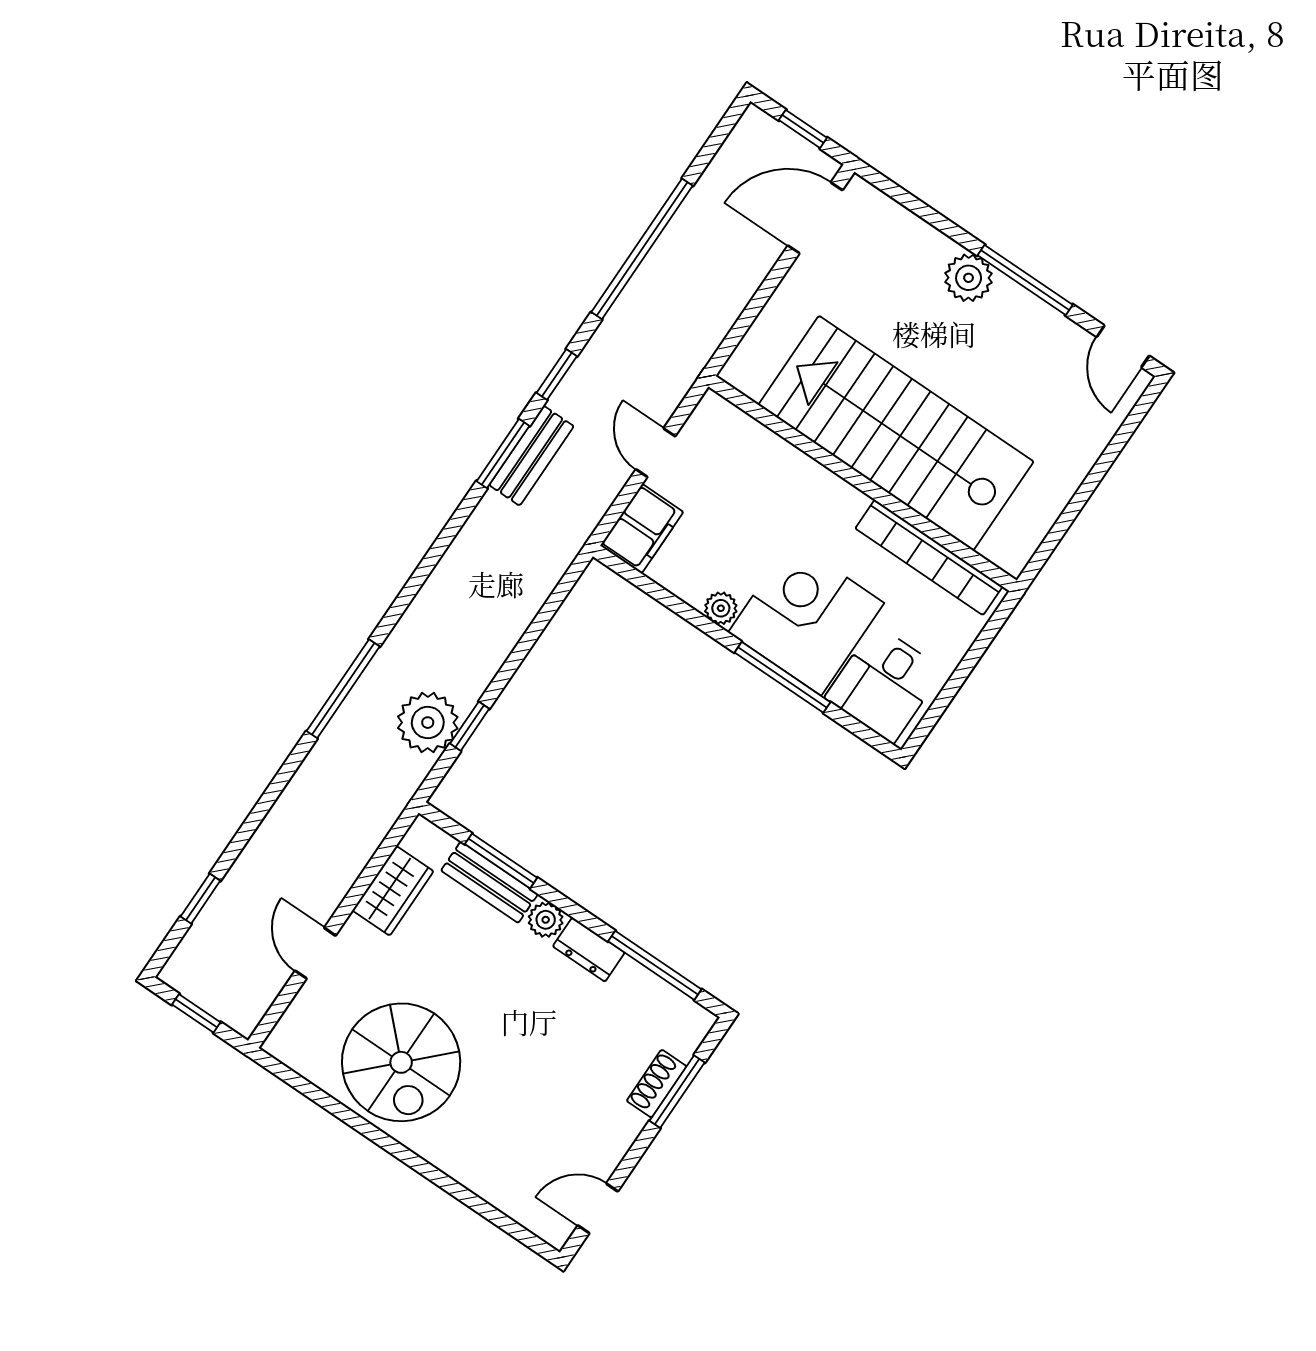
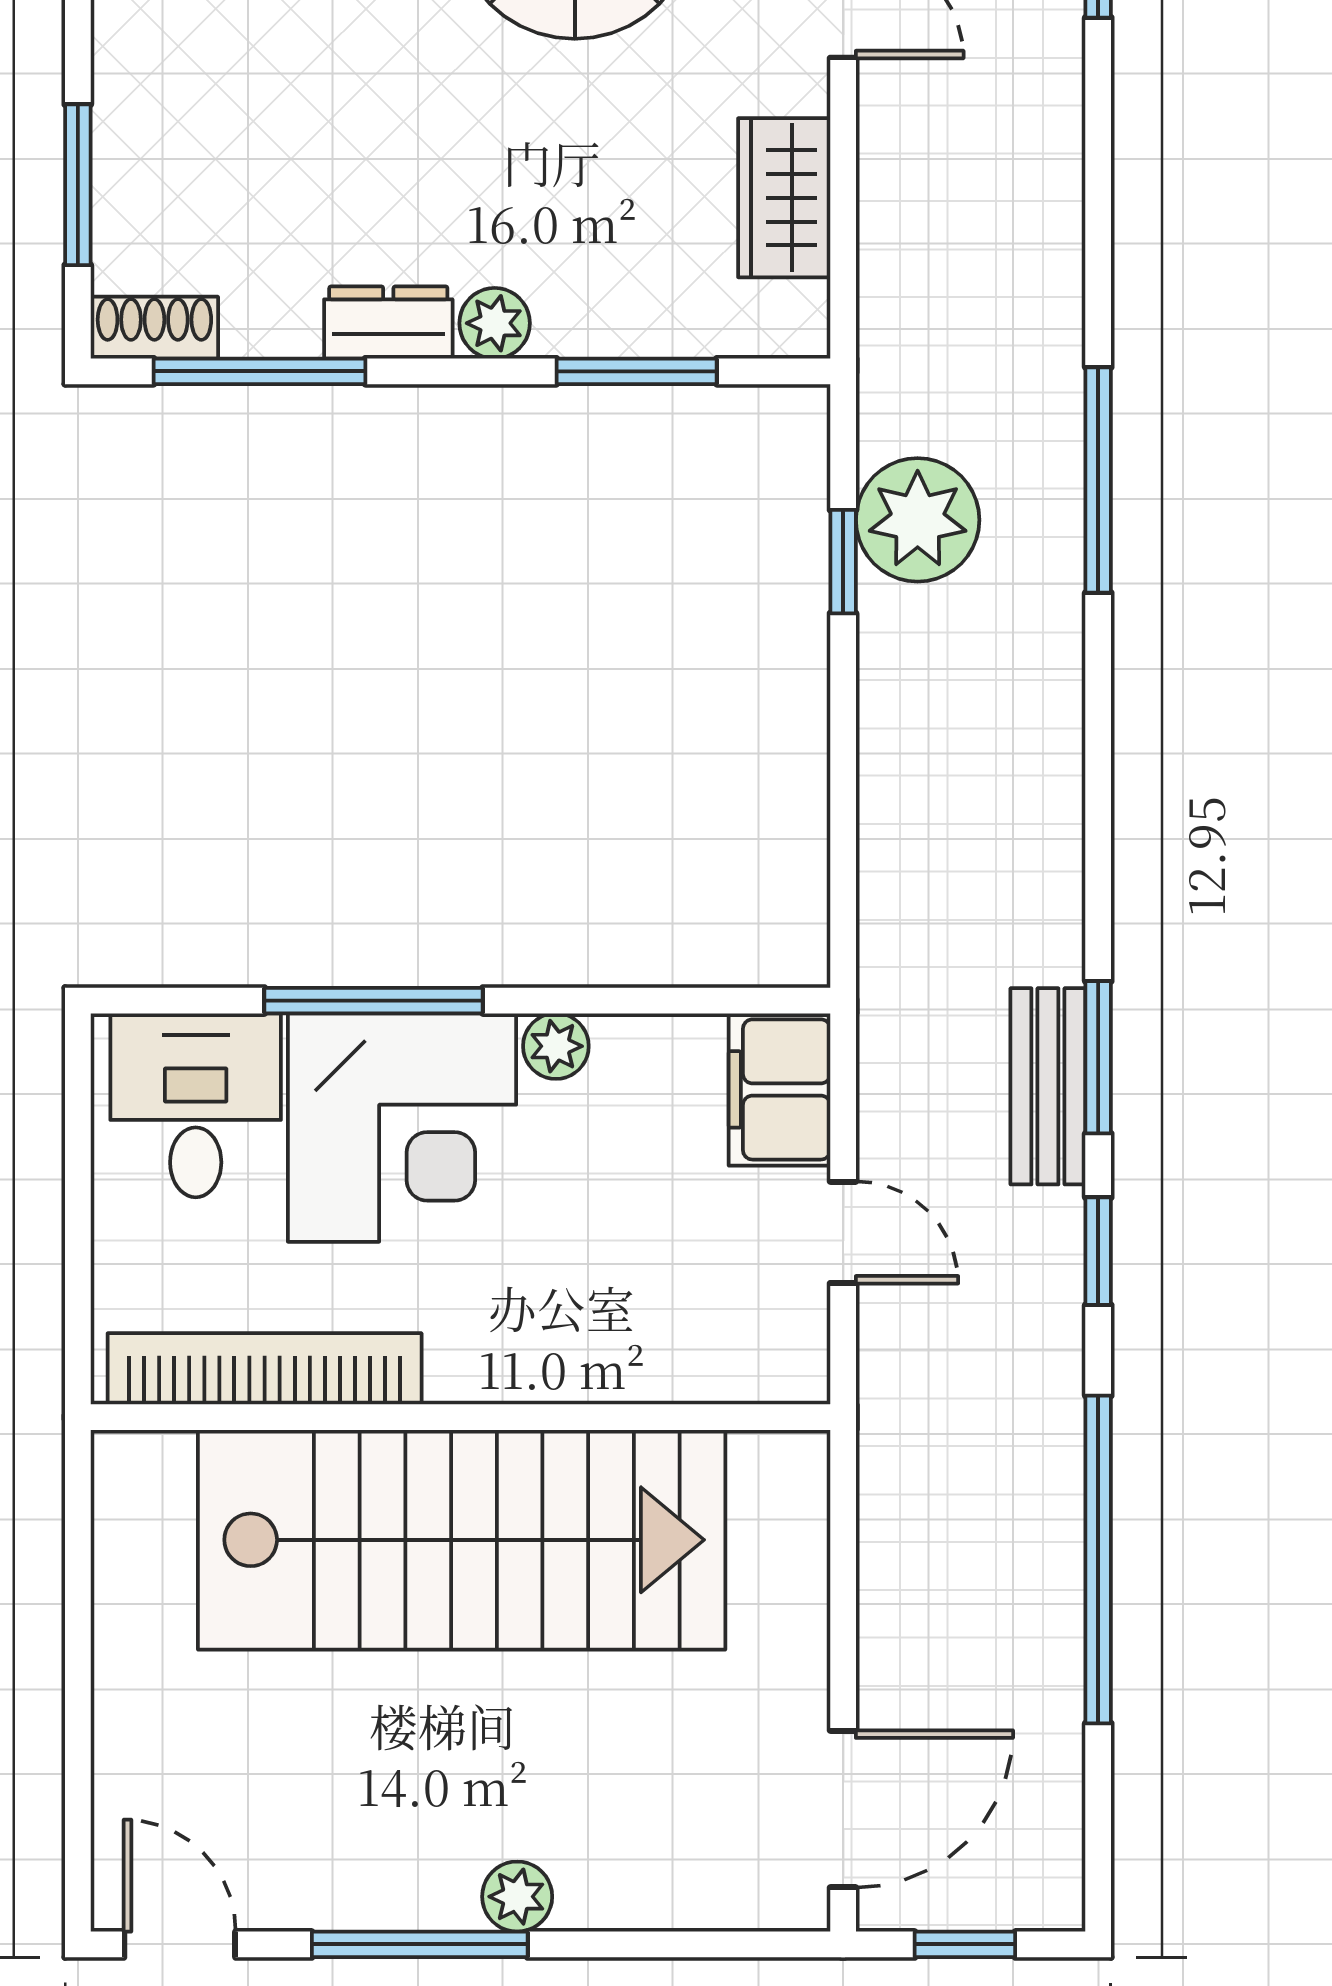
plant: (969, 278) -> (517, 1897), width x0.73, depth x0.73
bench: (490, 882) -> (632, 322), removed
shoe rack: (657, 1084) -> (154, 328), moved, turned -90

